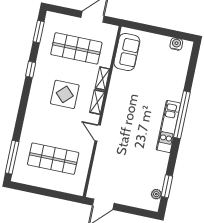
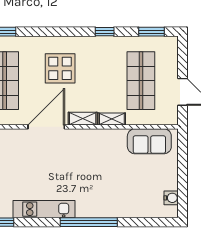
display table: (65, 94) -> (60, 68), moved
kitchen unit: (168, 126) -> (44, 209), moved
door: (98, 133) -> (46, 127), width x1.87

